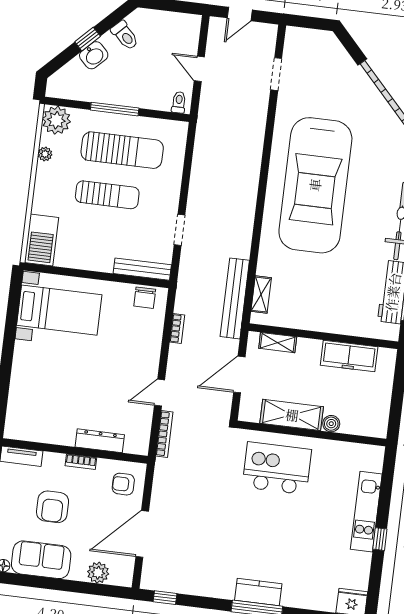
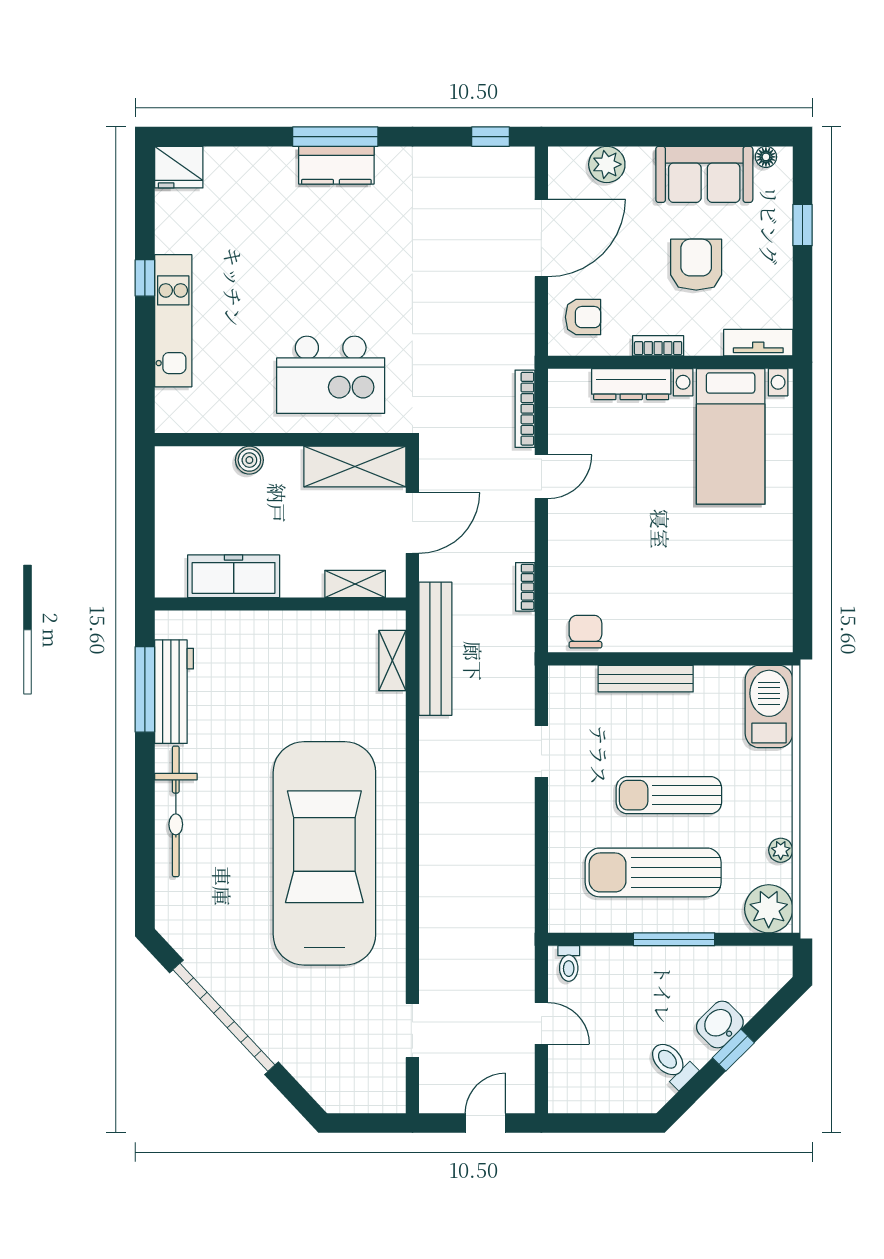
bench: (142, 269) -> (646, 679), moved
bed with nightstands: (59, 310) -> (731, 436), moved, turned -90
shelving: (292, 415) -> (355, 467), moved

